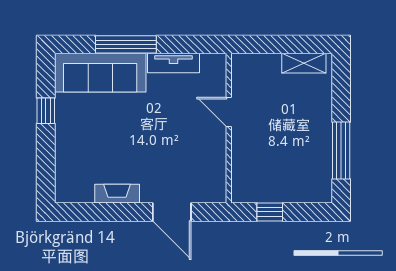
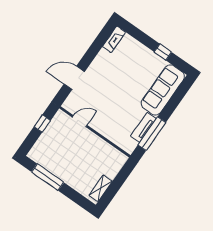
window: (126, 44) -> (152, 134), moved
door: (229, 112) -> (80, 121), moved
fireplace: (117, 194) -> (114, 39), moved

